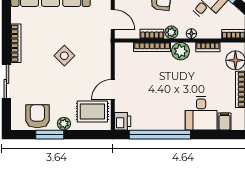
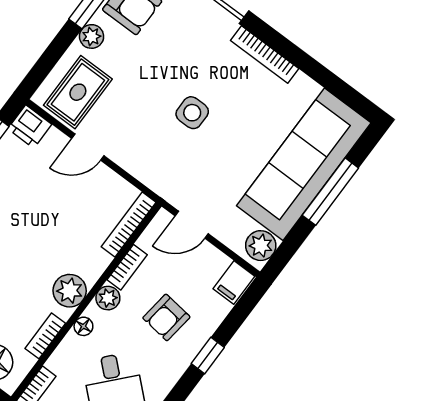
bookcase: (152, 47) -> (129, 225), moved
side table: (64, 56) -> (192, 113), turned 45
door: (113, 90) -> (88, 147), swing flipped

